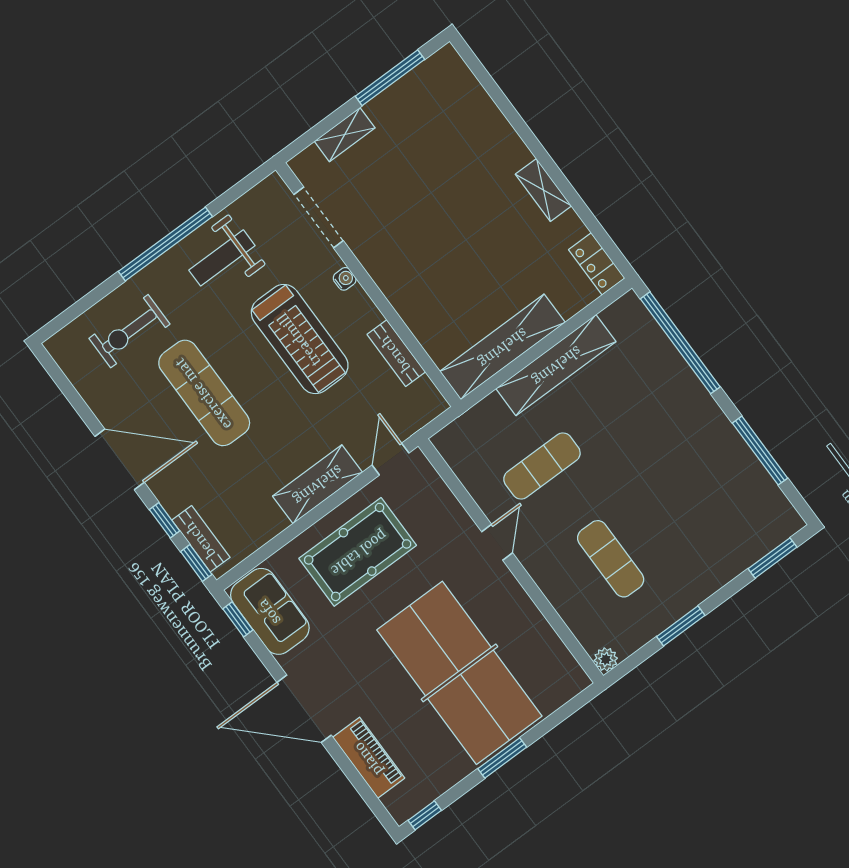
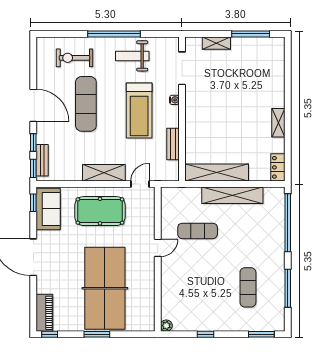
exercise mat: (611, 559) -> (248, 287), moved
window: (681, 626) -> (206, 334), width x0.67
piano: (369, 758) -> (44, 313), moved

